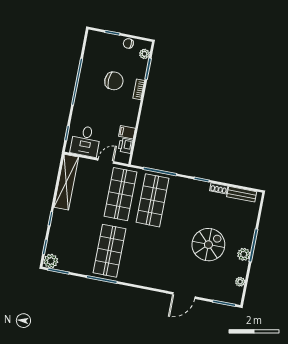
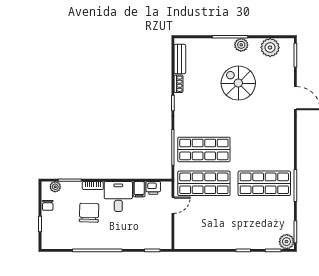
desk: (86, 141) -> (118, 196), moved, turned -90
door: (106, 161) -> (173, 205), swing flipped
shelving: (66, 182) -> (203, 241), removed
plant: (240, 282) -> (270, 47), width x1.88, depth x1.88

